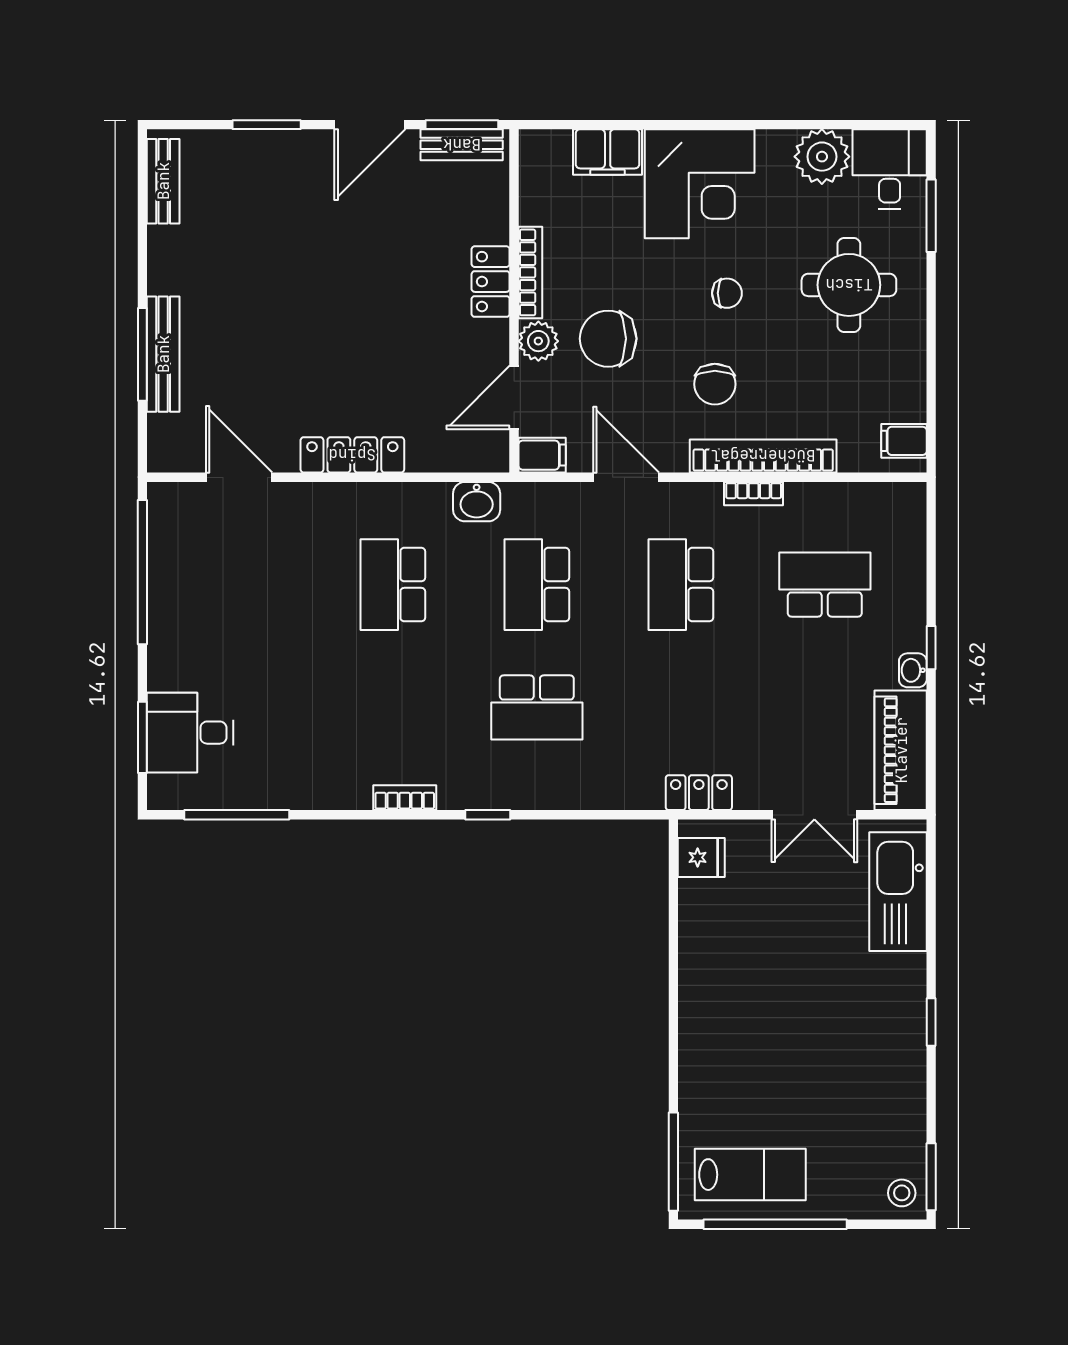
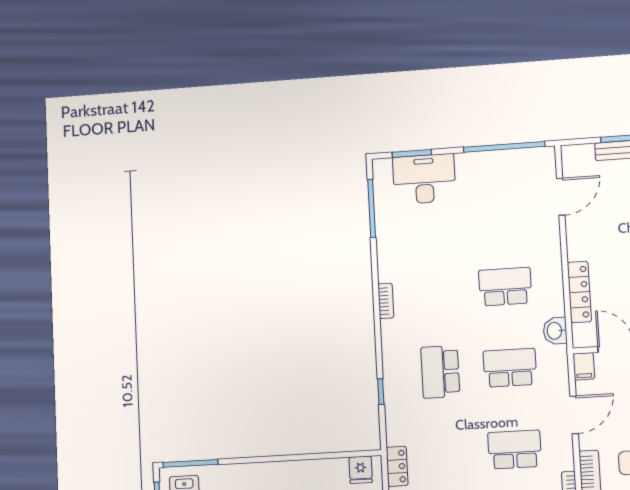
locker: (352, 455) -> (579, 292), moved
desk: (190, 733) -> (424, 179), width x1.37
window: (488, 815) -> (381, 392), moved

